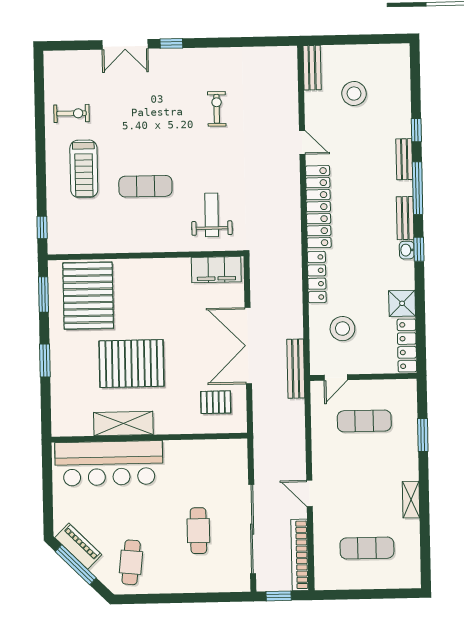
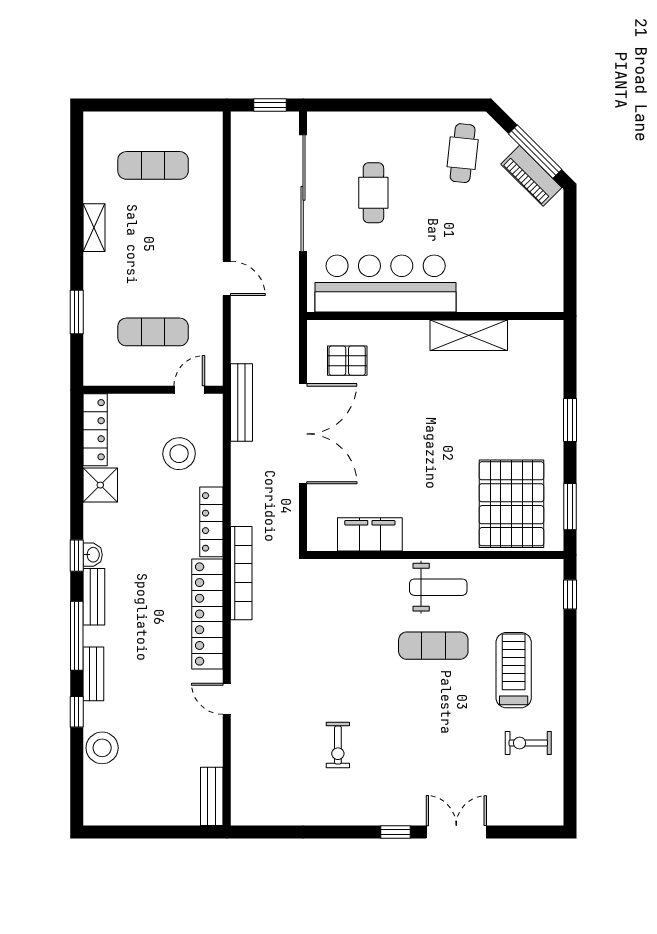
stool: (354, 94) -> (102, 748), moved
weight bench: (212, 215) -> (438, 587), moved, turned -90
filing cabinet: (216, 270) -> (370, 534), moved
pallet: (131, 364) -> (457, 414), removed
bar counter: (109, 463) -> (386, 284), moved
door: (310, 493) -> (227, 278), moved
bookcase: (300, 555) -> (241, 573), moved

